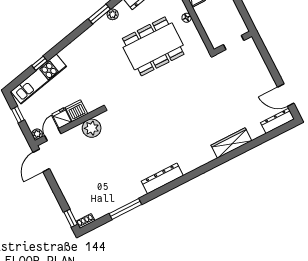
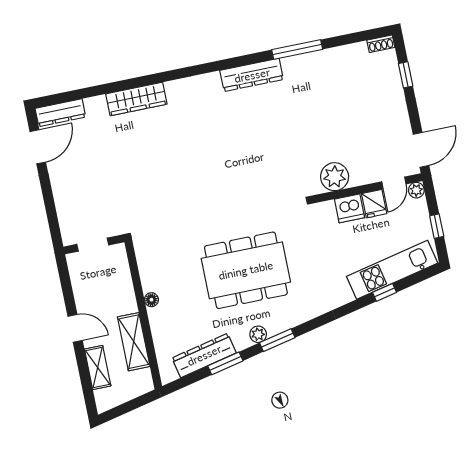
dining table: (153, 46) -> (246, 270), moved
door: (286, 95) -> (38, 147), hinge flipped
window: (125, 209) -> (297, 49), moved
window: (71, 218) -> (406, 75), moved

